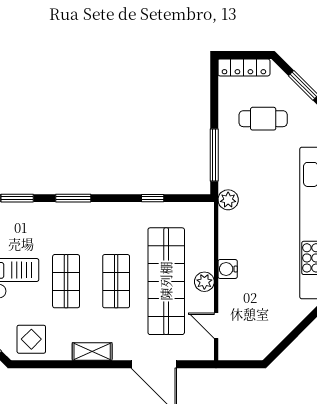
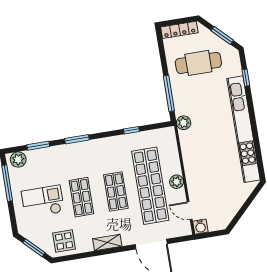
cafe table: (263, 119) -> (198, 63), width x1.37, depth x1.35
water cooler: (228, 269) -> (200, 227), moved, turned -90

